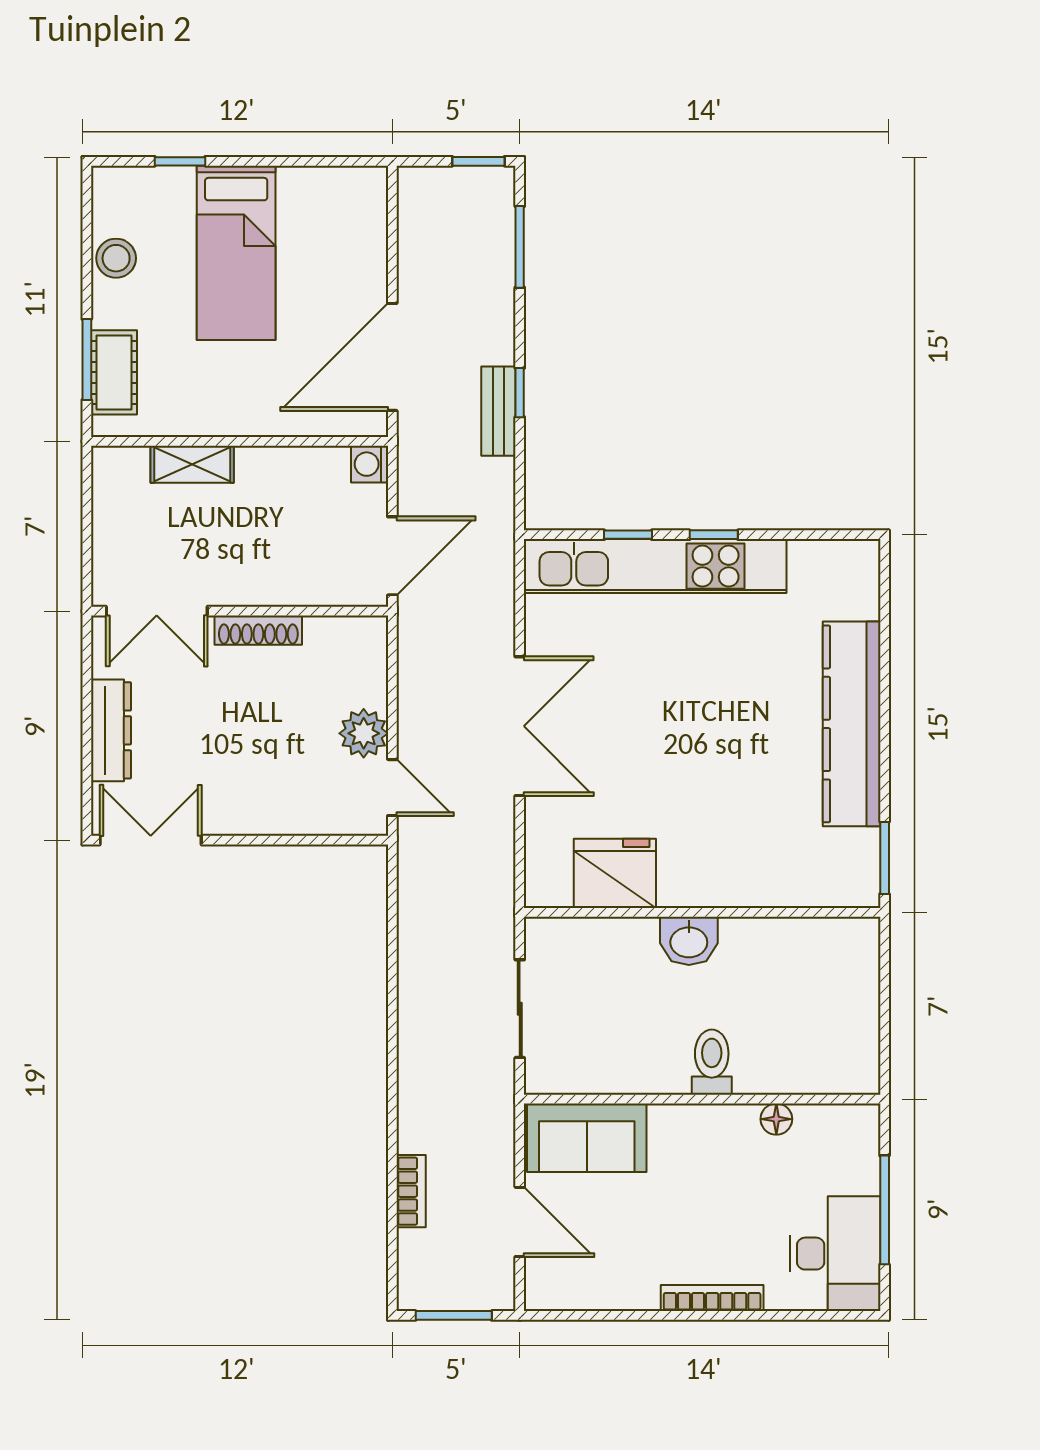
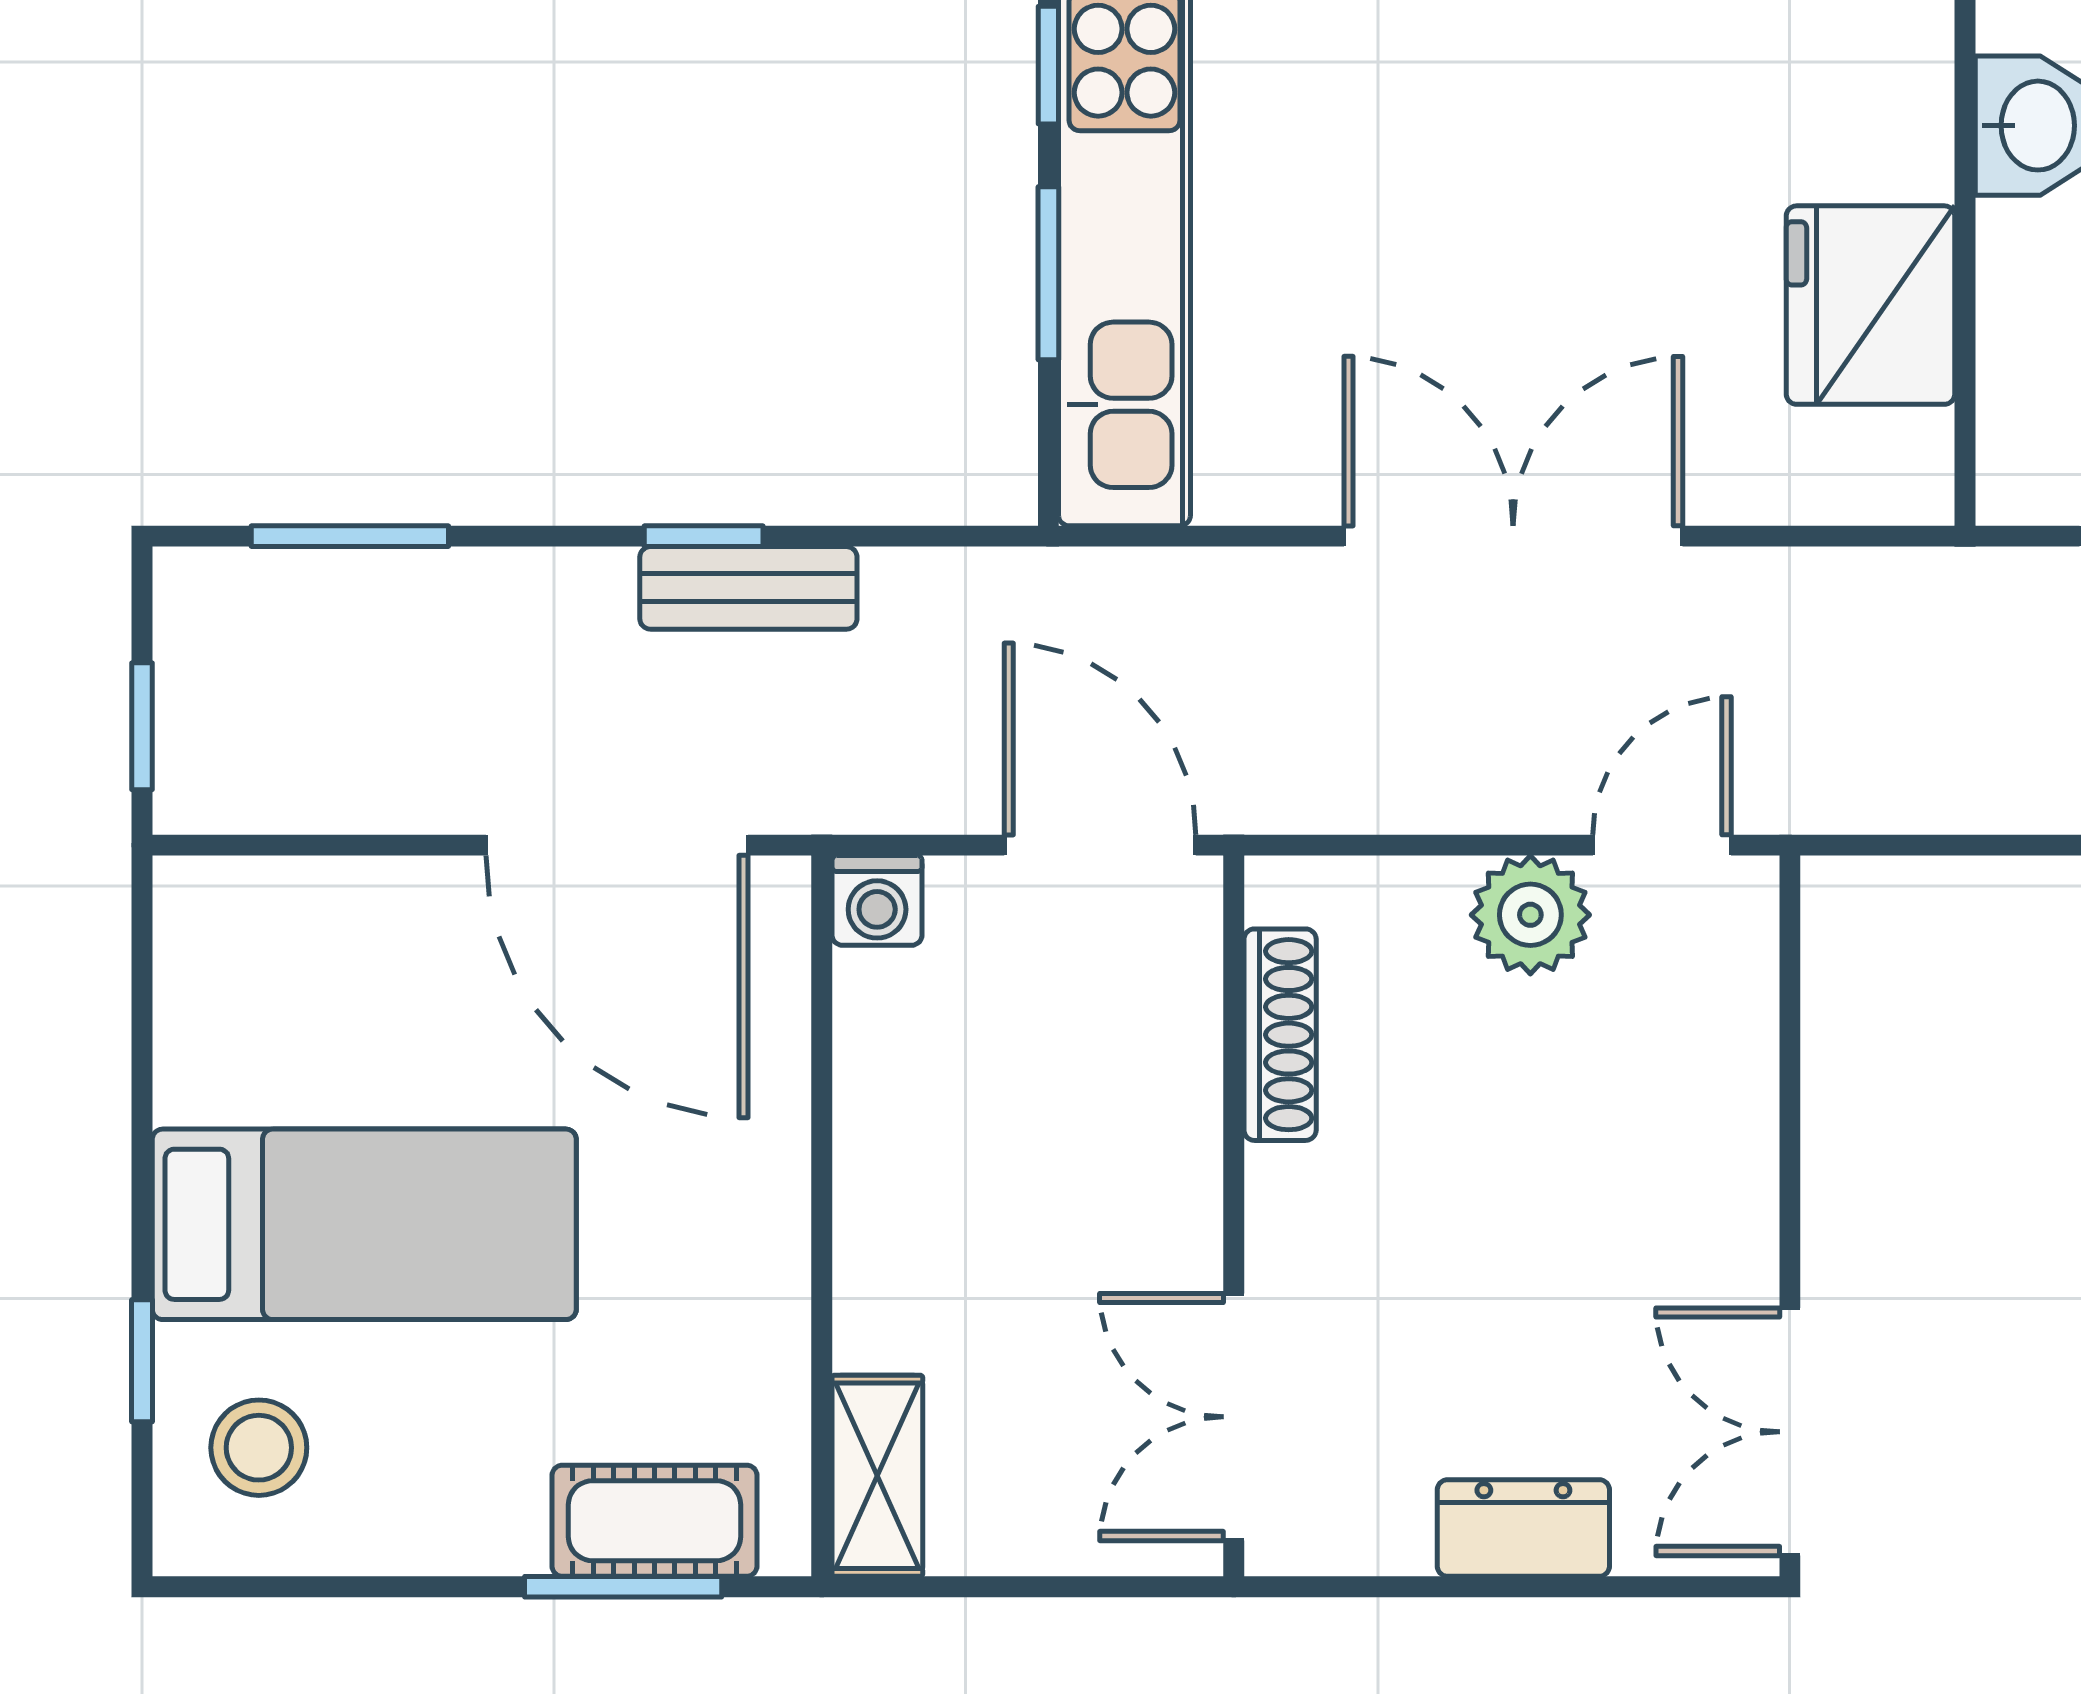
window: (478, 161) -> (142, 726), moved
stool: (116, 258) -> (259, 1448), moved
shelving: (192, 464) -> (877, 1476), moved
window: (628, 535) -> (1048, 273), width x1.50
double door: (157, 611) -> (1234, 1417), swing flipped
shoe rack: (258, 630) -> (1280, 1035), moved
dresser: (111, 730) -> (1523, 1528), width x0.70

